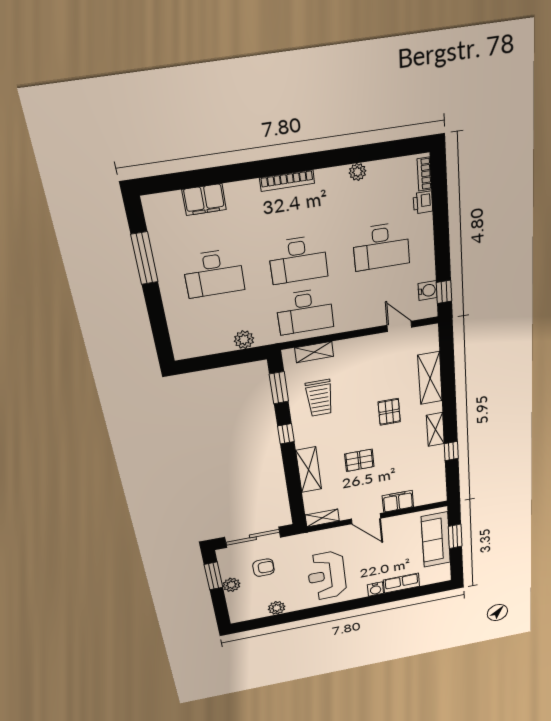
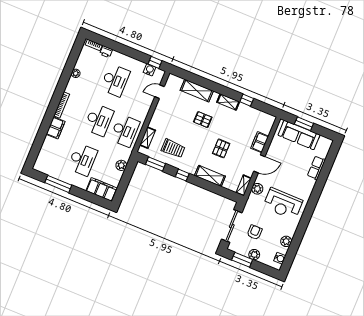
filing cabinet: (204, 200) -> (56, 128), moved
filing cabinet: (184, 333) -> (102, 189), added
plant: (328, 536) -> (257, 189), added
water cooler: (375, 589) -> (280, 258), moved

